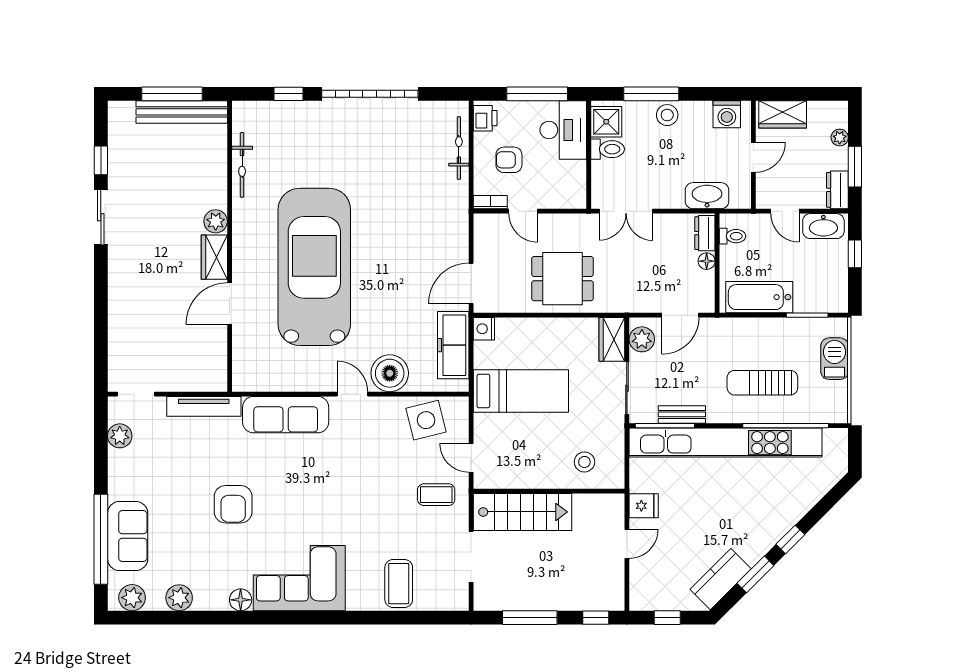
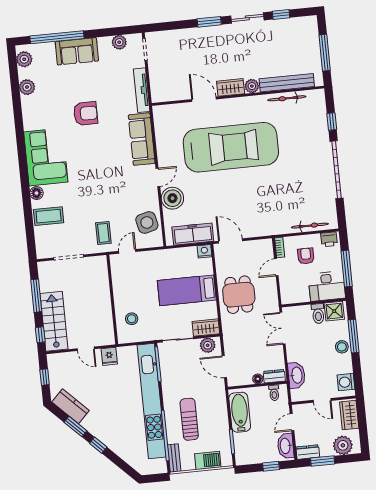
bench: (182, 112) -> (287, 83), moved, turned 90
plant: (840, 138) -> (343, 445), width x1.88, depth x1.88
window: (101, 282) -> (209, 22), added
bed: (521, 391) -> (187, 290), moved, turned 90
bench: (682, 414) -> (174, 458), moved
armchair: (233, 504) -> (86, 113), turned 180
stairs: (523, 512) -> (54, 321), moved, turned 180
sofa: (128, 536) -> (77, 51), moved
floor lamp: (241, 600) -> (36, 193), moved

